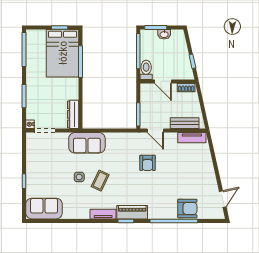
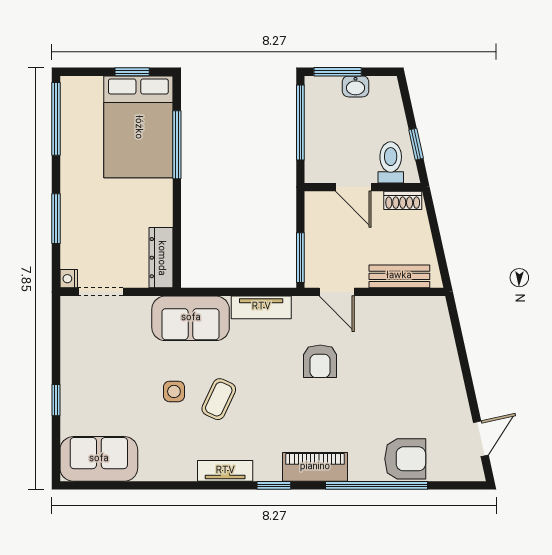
toilet: (146, 70) -> (391, 162), moved
tv unit: (192, 138) -> (261, 307), moved
piano: (132, 212) -> (315, 467), moved

